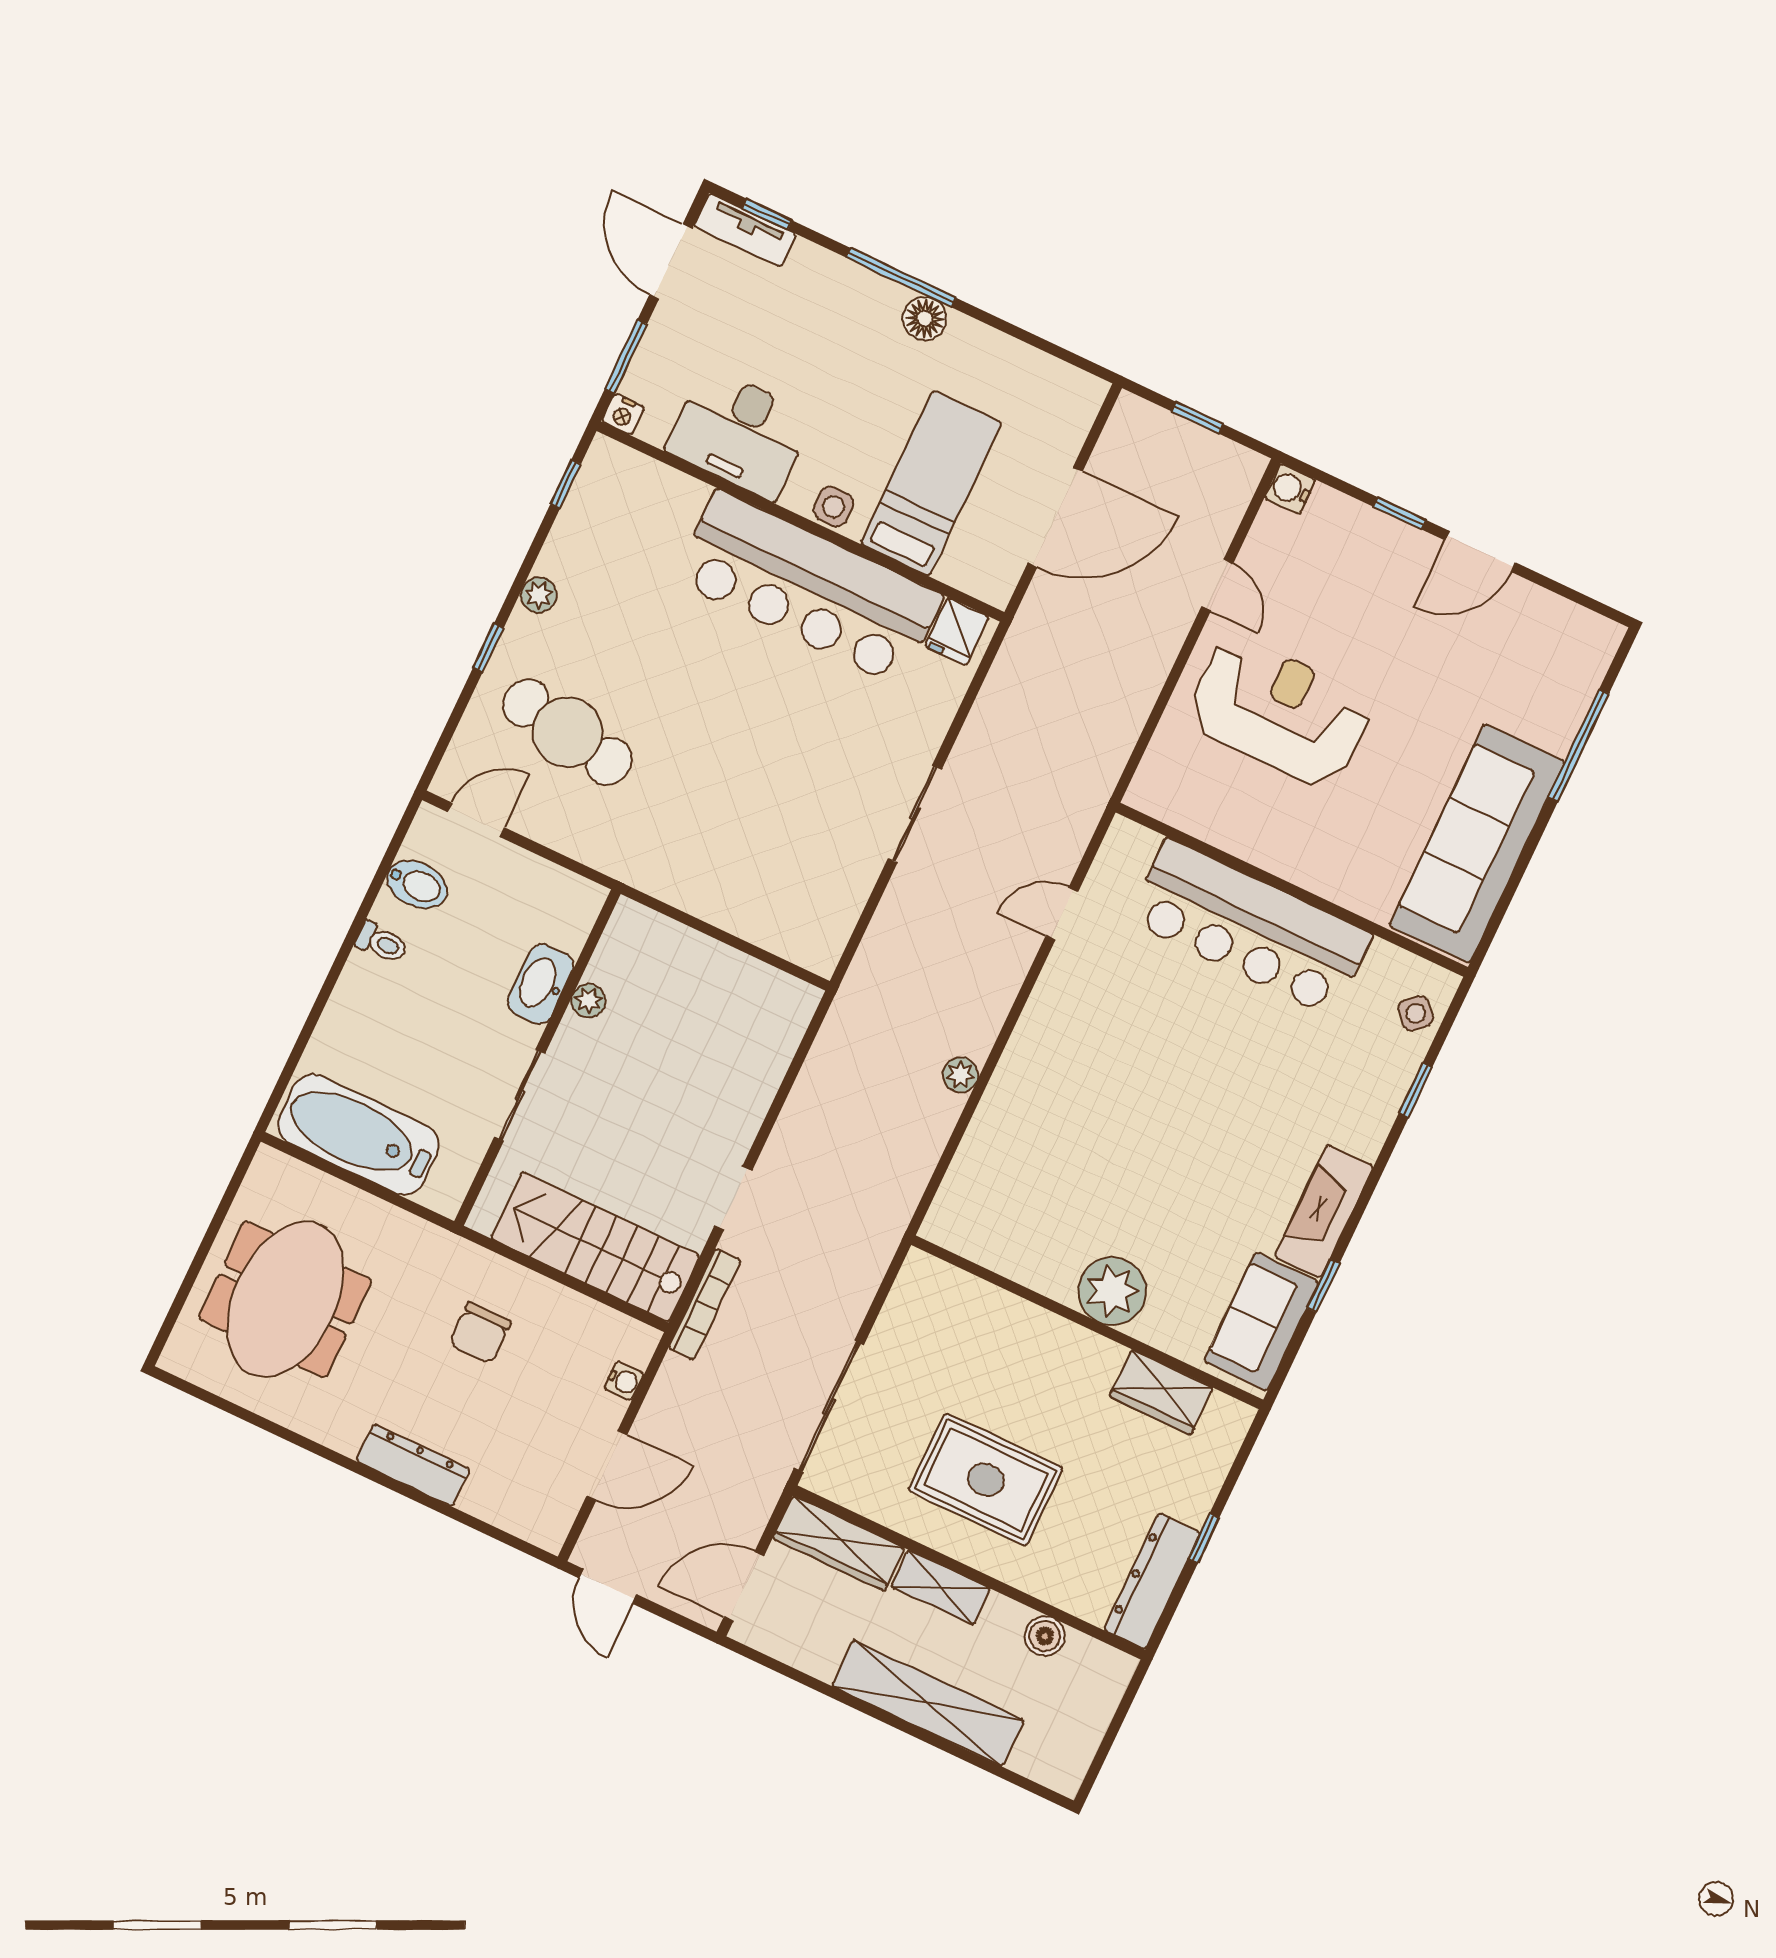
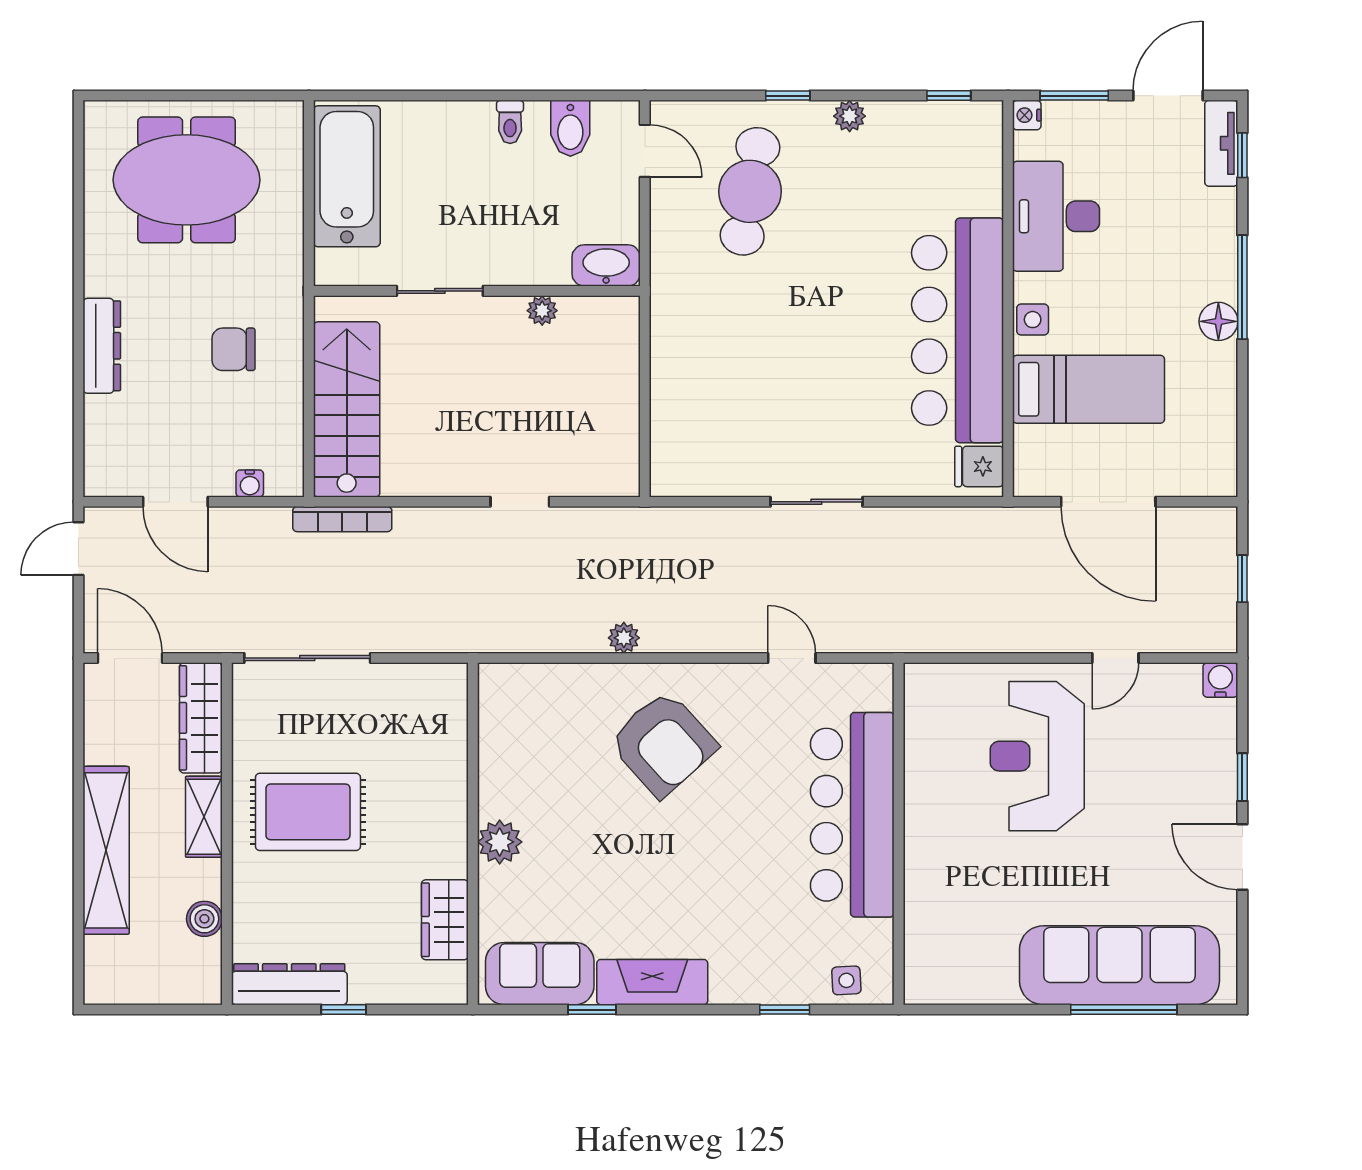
reception desk: (1279, 712) -> (1037, 756), turned 180
sofa: (1477, 844) -> (1119, 965), moved
washbasin: (541, 984) -> (606, 265), moved
side table: (1416, 1013) -> (846, 980), turned 38
armchair: (1087, 1086) -> (663, 744), added
doorway: (733, 1198) -> (520, 502), moved
plant: (1112, 1291) -> (500, 842), width x0.73, depth x0.73
rug: (986, 1480) -> (308, 812), turned 90

